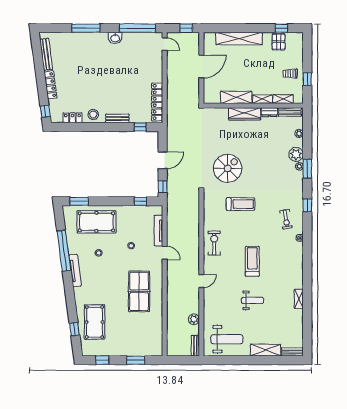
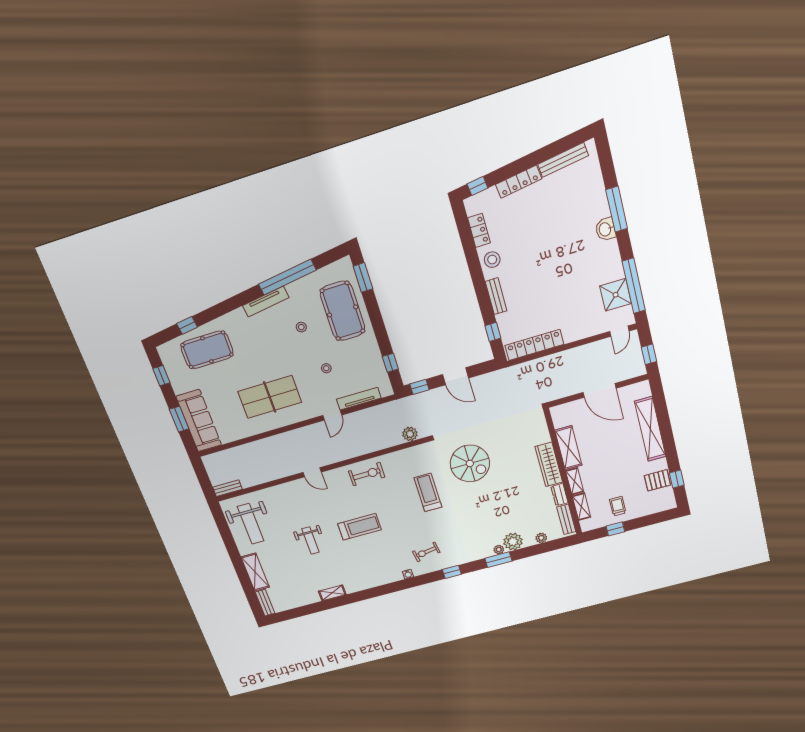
washbasin: (115, 38) -> (605, 229), moved
shower: (140, 41) -> (616, 295), added
treadmill: (240, 204) -> (428, 492), turned 180
plant: (194, 319) -> (410, 434), moved
sofa: (141, 347) -> (199, 421), added

